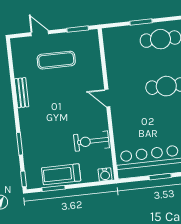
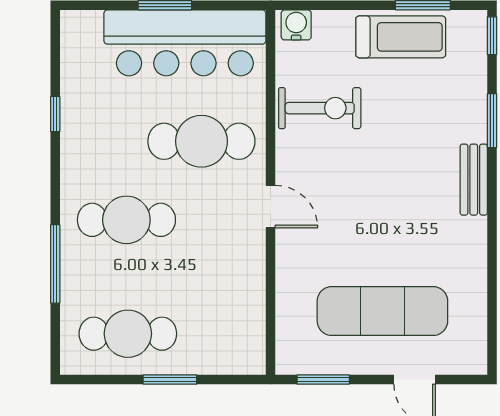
exercise mat: (56, 60) -> (382, 311), width x1.36, depth x1.45
bench: (22, 93) -> (474, 180), moved
cafe table: (139, 122) -> (201, 141), added

